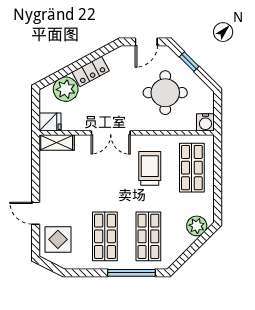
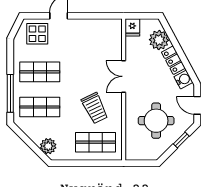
water cooler: (205, 122) -> (183, 79), moved, turned 152
shelving: (57, 142) -> (116, 33), removed
trolley: (150, 168) -> (95, 108), turned 64

